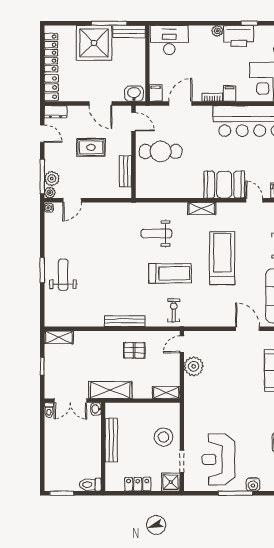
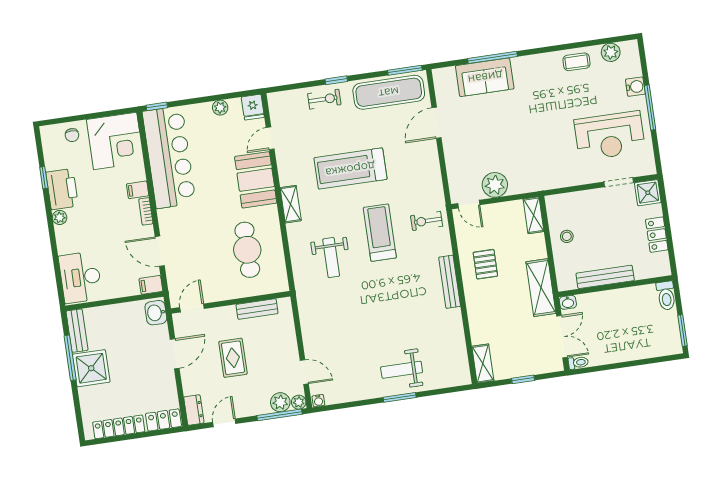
shower: (94, 43) -> (91, 368), width x0.73, depth x0.73
cafe table: (161, 151) -> (247, 250), moved
stool: (164, 437) -> (567, 236), moved, width x0.53, depth x0.53

